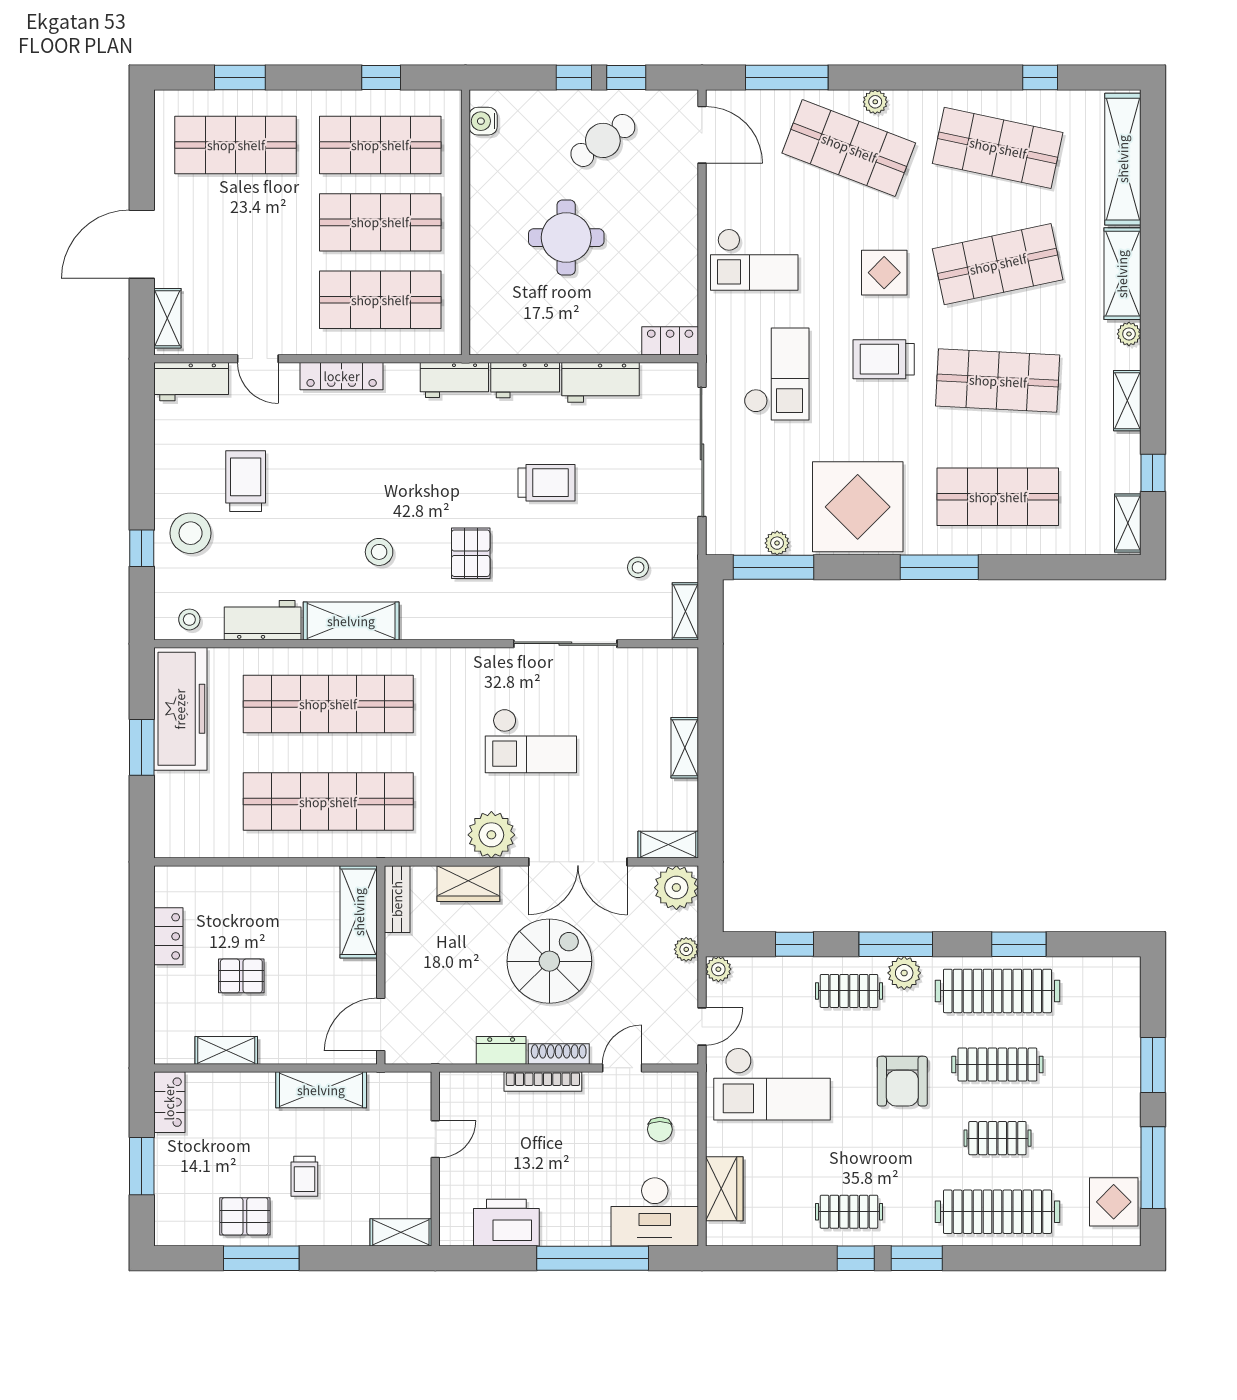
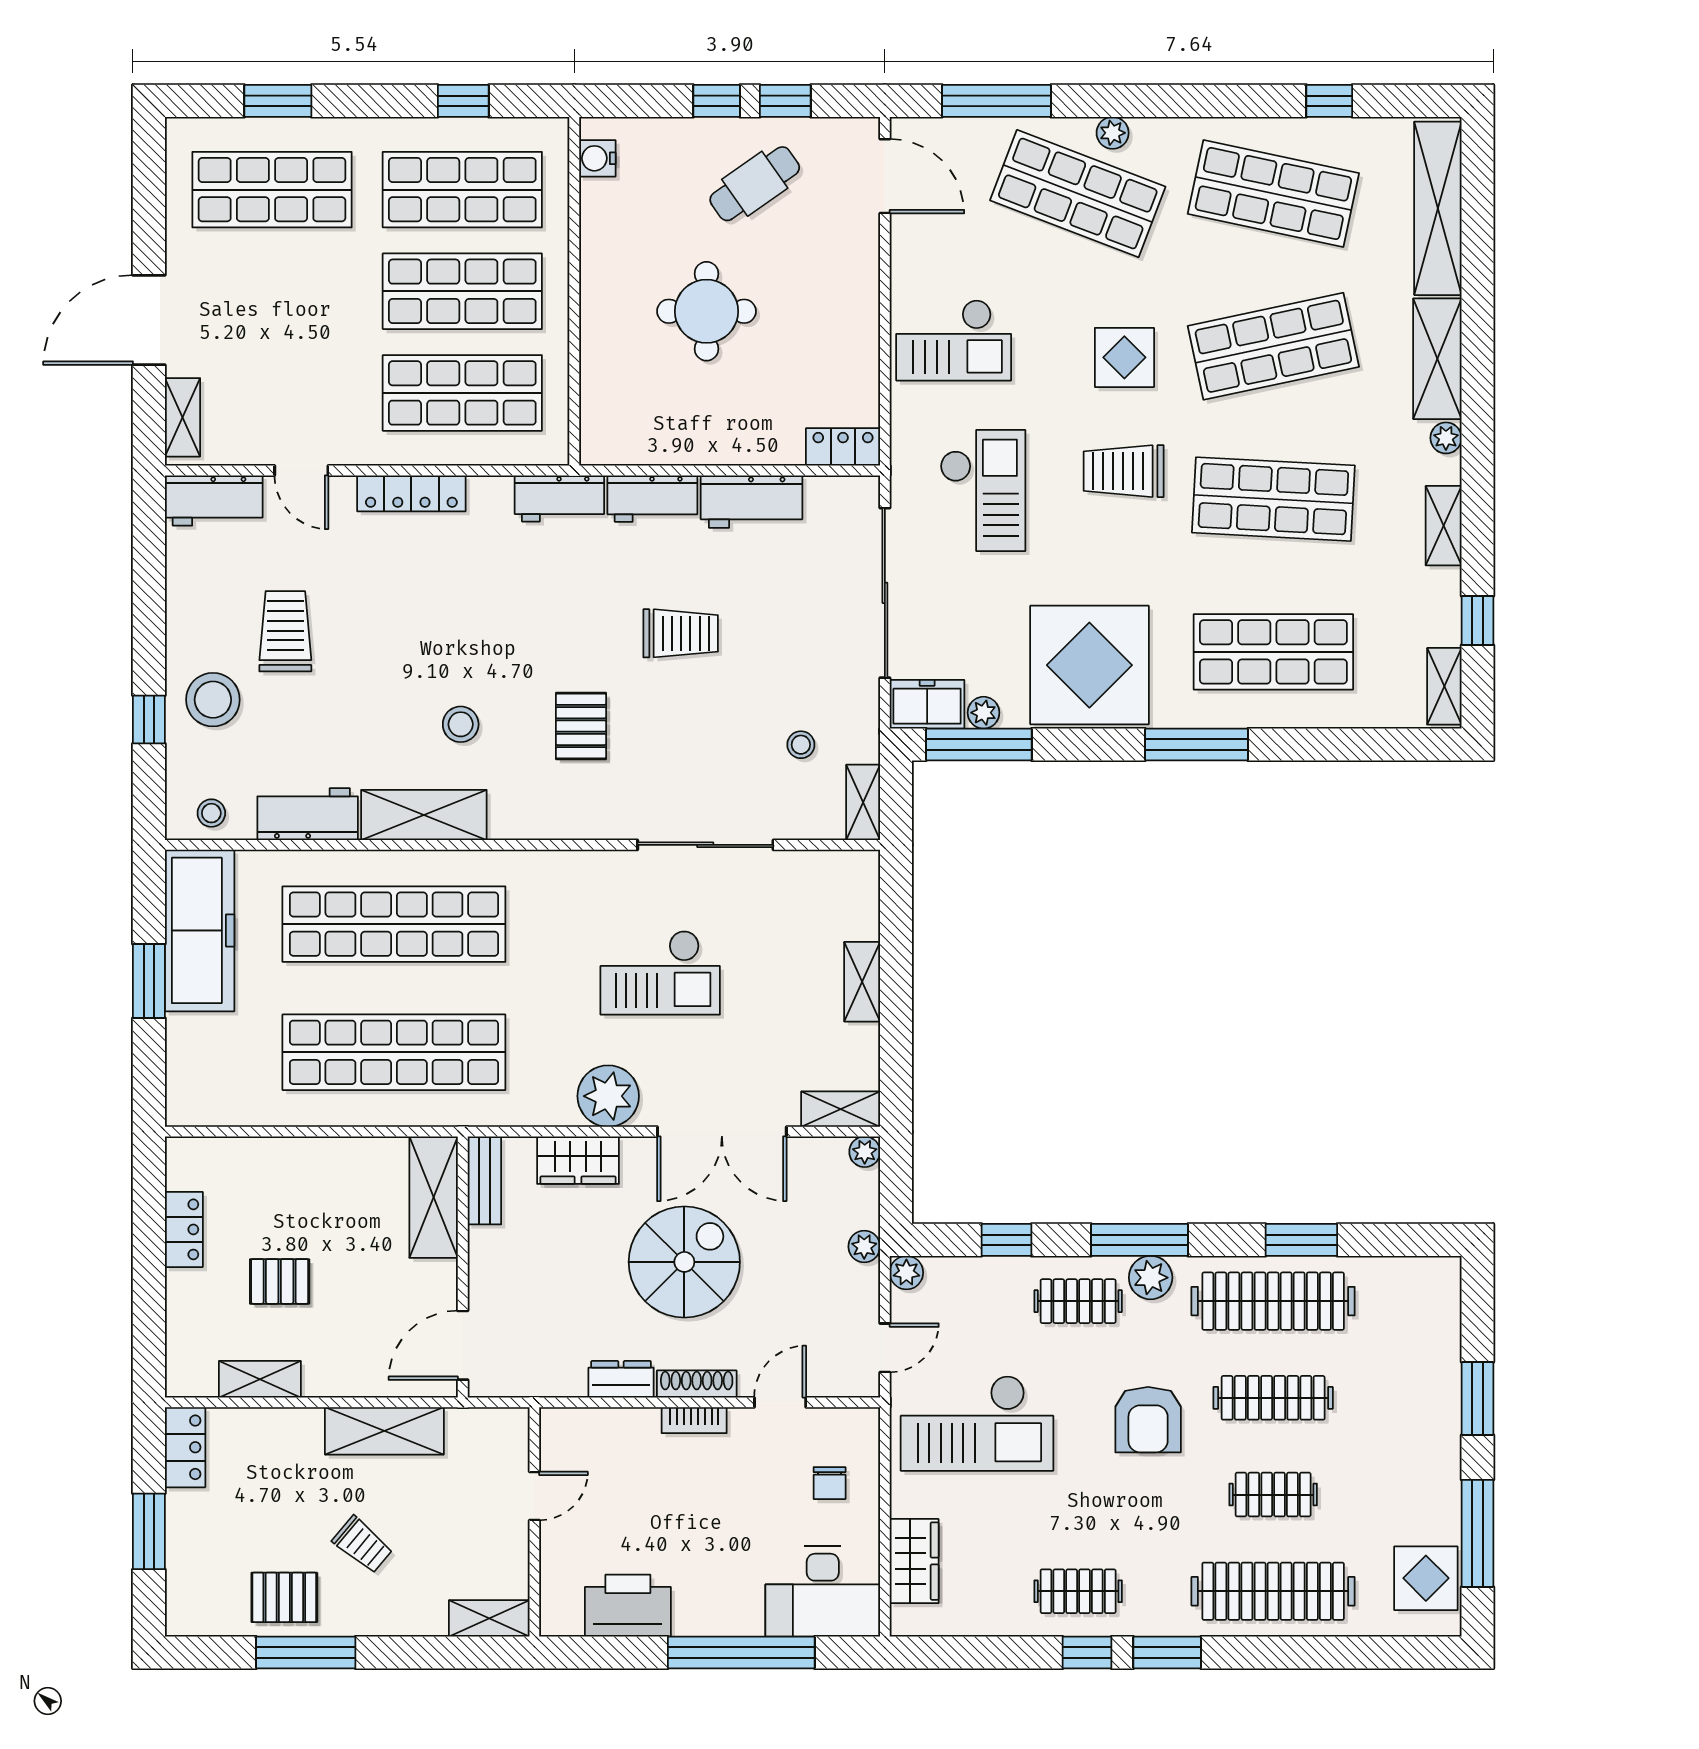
freezer: (734, 537) -> (927, 704), added
plant: (676, 888) -> (865, 1152), width x0.53, depth x0.53
bookcase: (543, 1082) -> (694, 1420), width x0.64
trolley: (304, 1176) -> (363, 1545), turned -50

